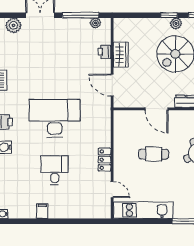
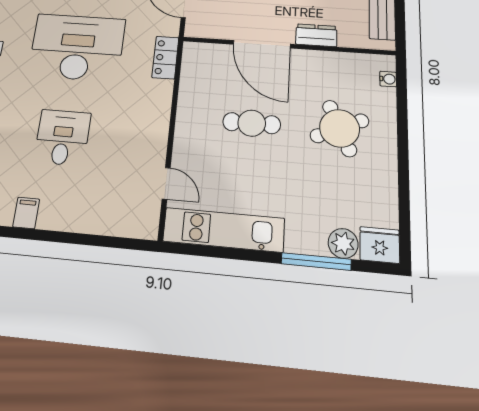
door: (157, 109) -> (262, 44), width x1.36
locker: (105, 160) -> (165, 57), moved

